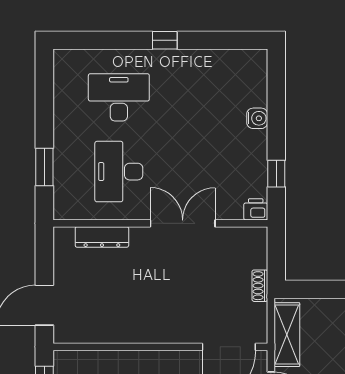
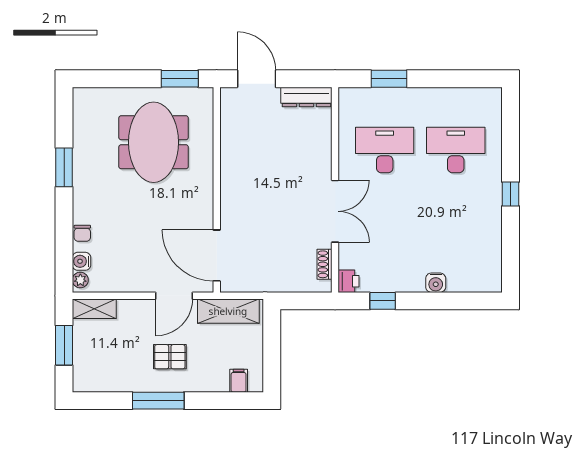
desk: (119, 97) -> (456, 150), turned -90
dresser: (102, 237) -> (306, 97), moved, turned -90
shoe rack: (260, 286) -> (325, 264), moved, turned -90

